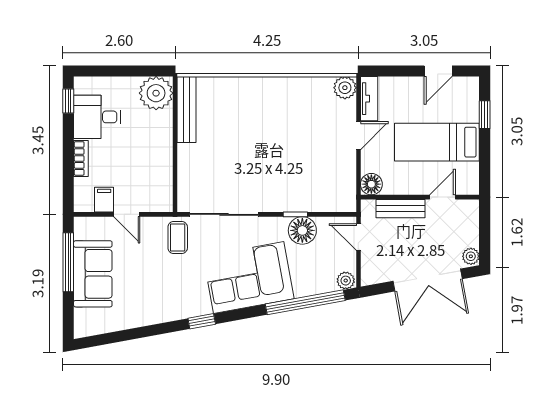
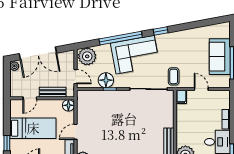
filing cabinet: (104, 200) -> (181, 97), moved
double door: (428, 280) -> (38, 53), swing flipped
plant: (346, 281) -> (87, 56), width x1.87, depth x1.87
window: (305, 302) -> (121, 38), moved

